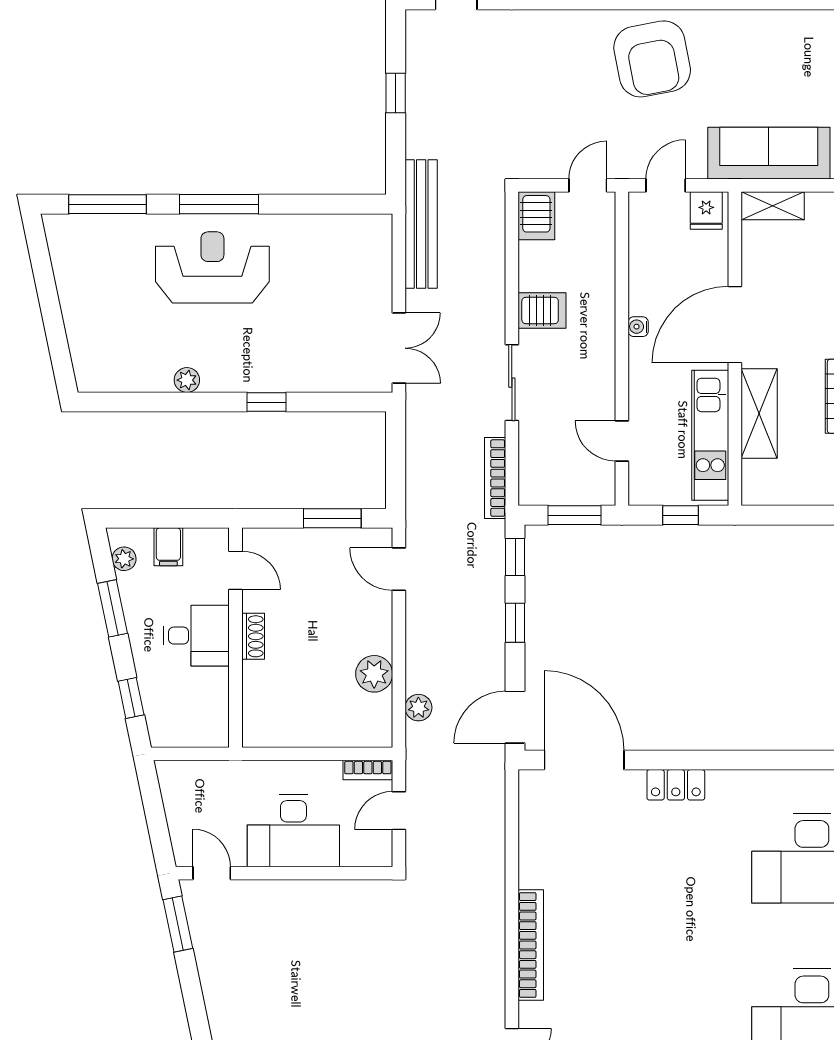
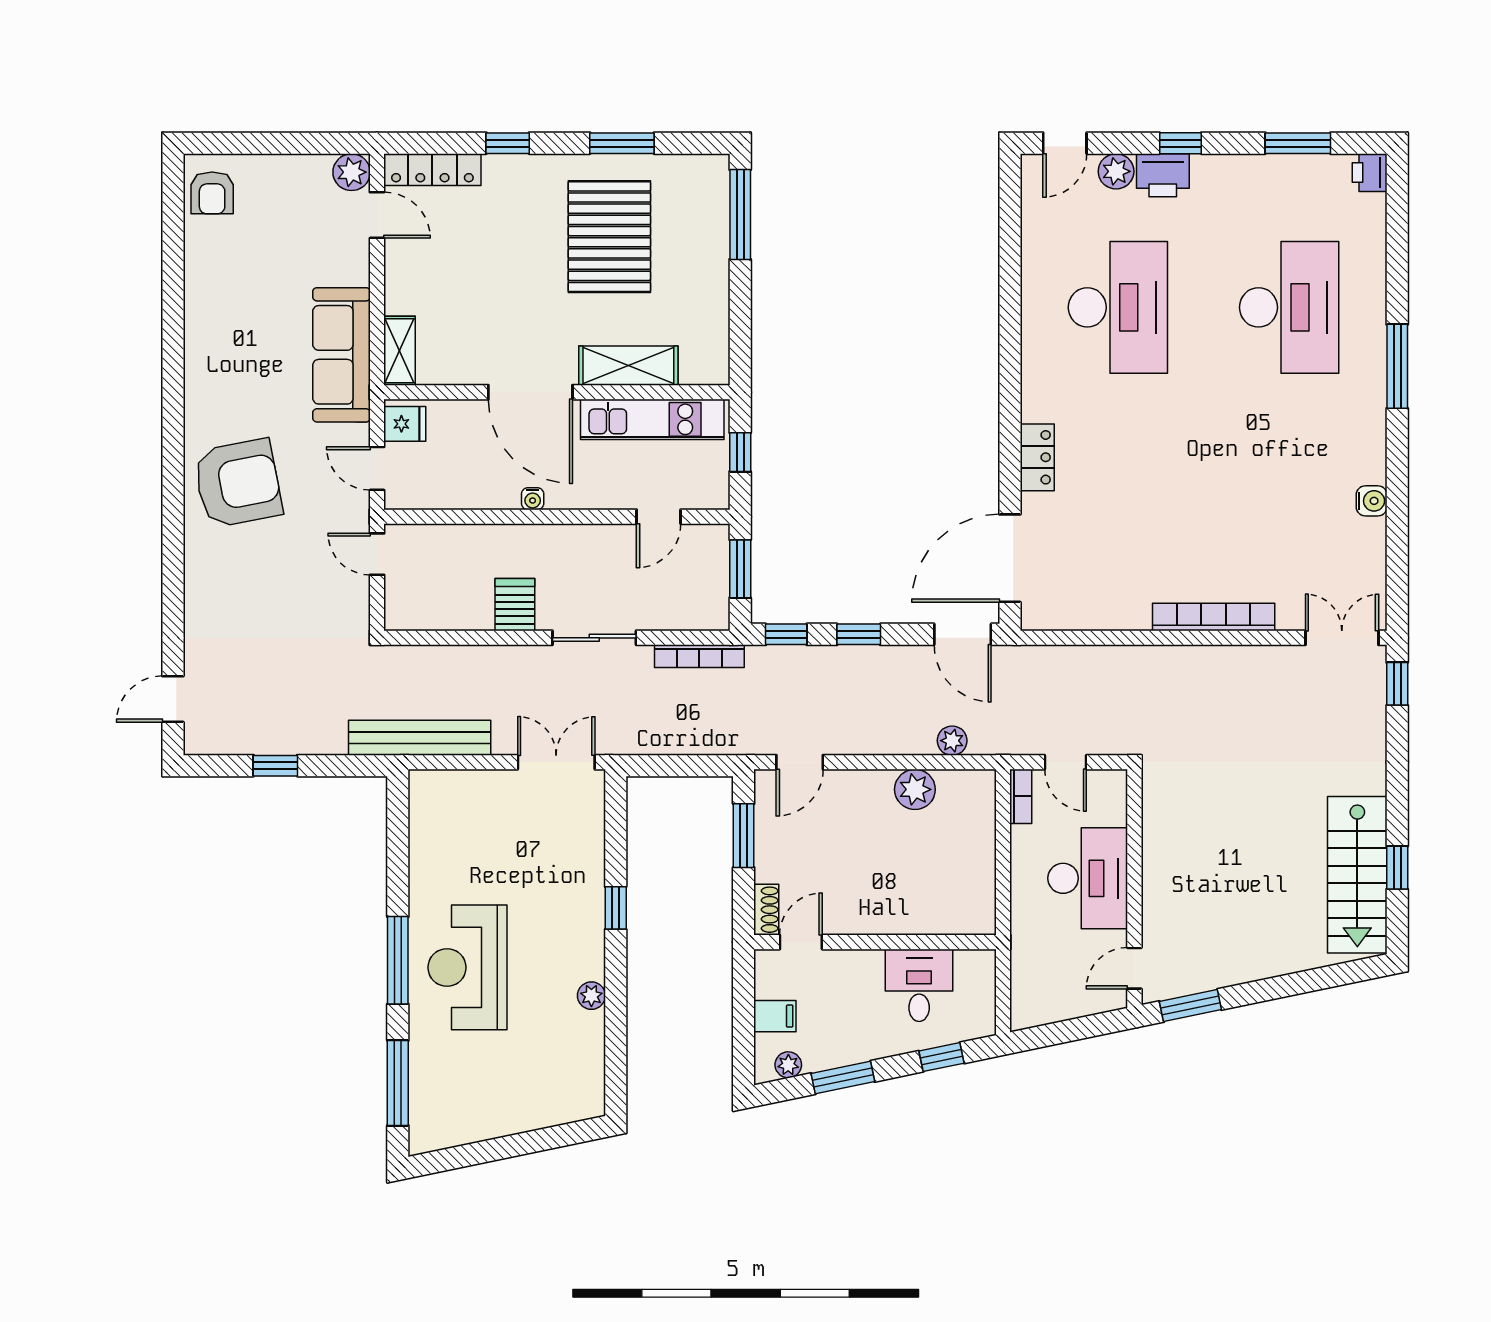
server rack: (536, 216) -> (411, 611), removed
desk: (196, 636) -> (919, 985), moved
shoe rack: (253, 636) -> (766, 910), moved, turned 90

